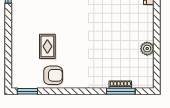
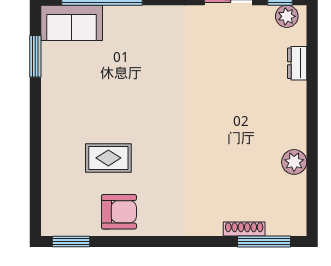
rug: (47, 46) -> (108, 158), turned 90
window: (121, 91) -> (264, 242), moved

